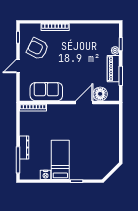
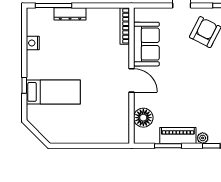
door: (84, 103) -> (132, 80), moved
bed: (60, 160) -> (53, 92), moved

